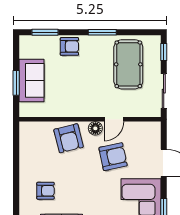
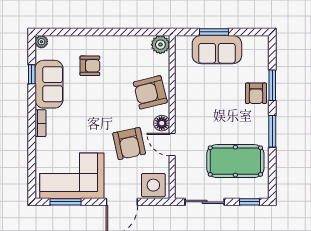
window: (45, 32) -> (272, 85), moved
plant: (27, 129) -> (160, 45), added
side table: (149, 136) -> (153, 185), added
armchair: (45, 191) -> (90, 66), turned -90

